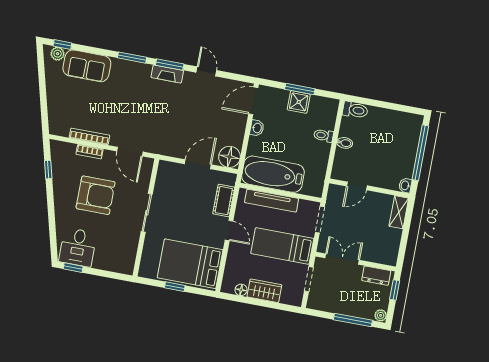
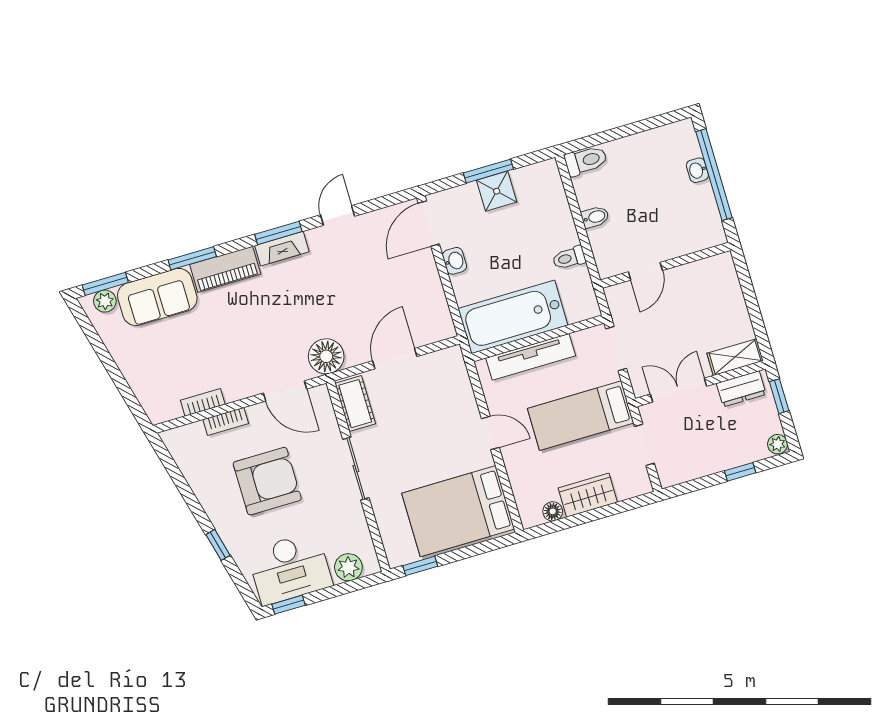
window: (62, 44) -> (105, 284), width x1.50
window: (132, 58) -> (192, 258), moved
piano: (131, 70) -> (225, 269), added
door: (206, 71) -> (338, 215), hinge flipped
toilet: (324, 135) -> (569, 258), moved
bookcase: (89, 136) -> (203, 402), width x0.64
floor lamp: (229, 157) -> (326, 356), moved
window: (48, 170) -> (218, 545), moved
washbasin: (405, 185) -> (697, 170), moved
cot: (224, 201) -> (355, 404), moved
shelving: (399, 212) -> (735, 357), moved, turned 90
desk: (78, 247) -> (290, 568), width x1.37
plant: (116, 264) -> (348, 567), added
window: (175, 287) -> (420, 566), moved
window: (353, 320) -> (740, 472), width x0.46

